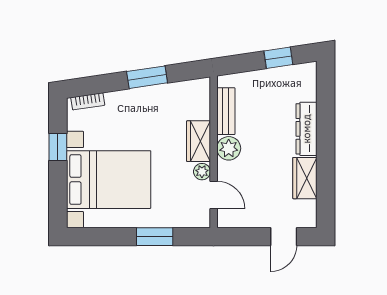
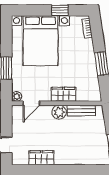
dresser: (306, 129) -> (71, 159), removed
plant: (202, 172) -> (17, 96), moved

